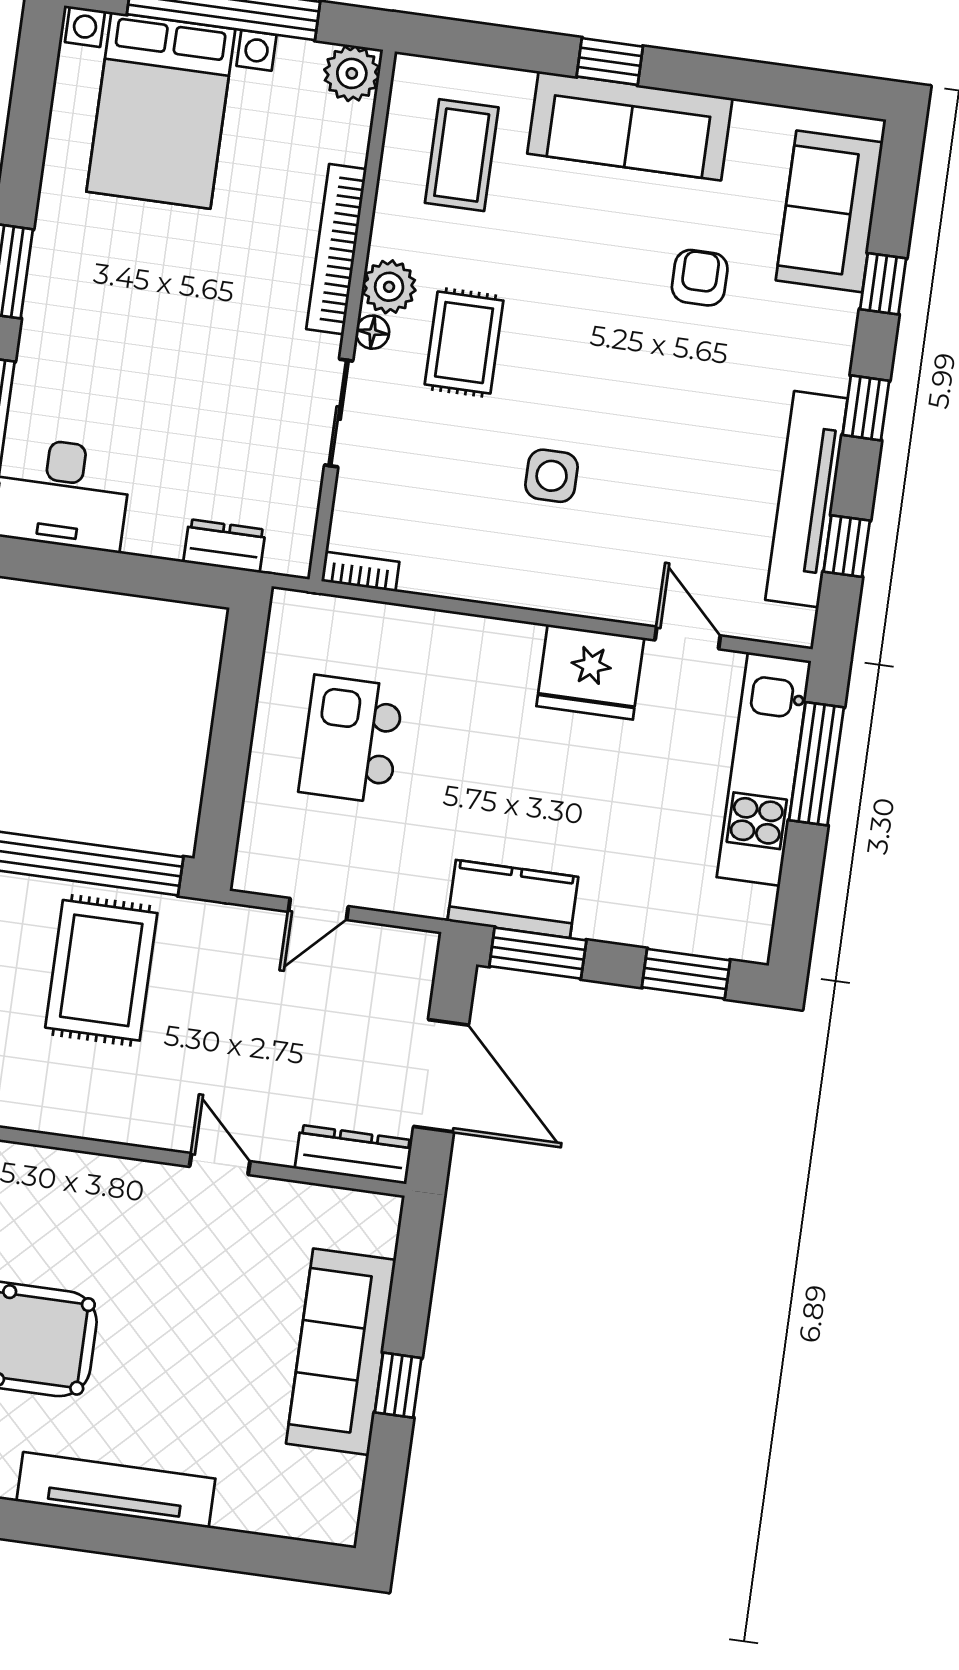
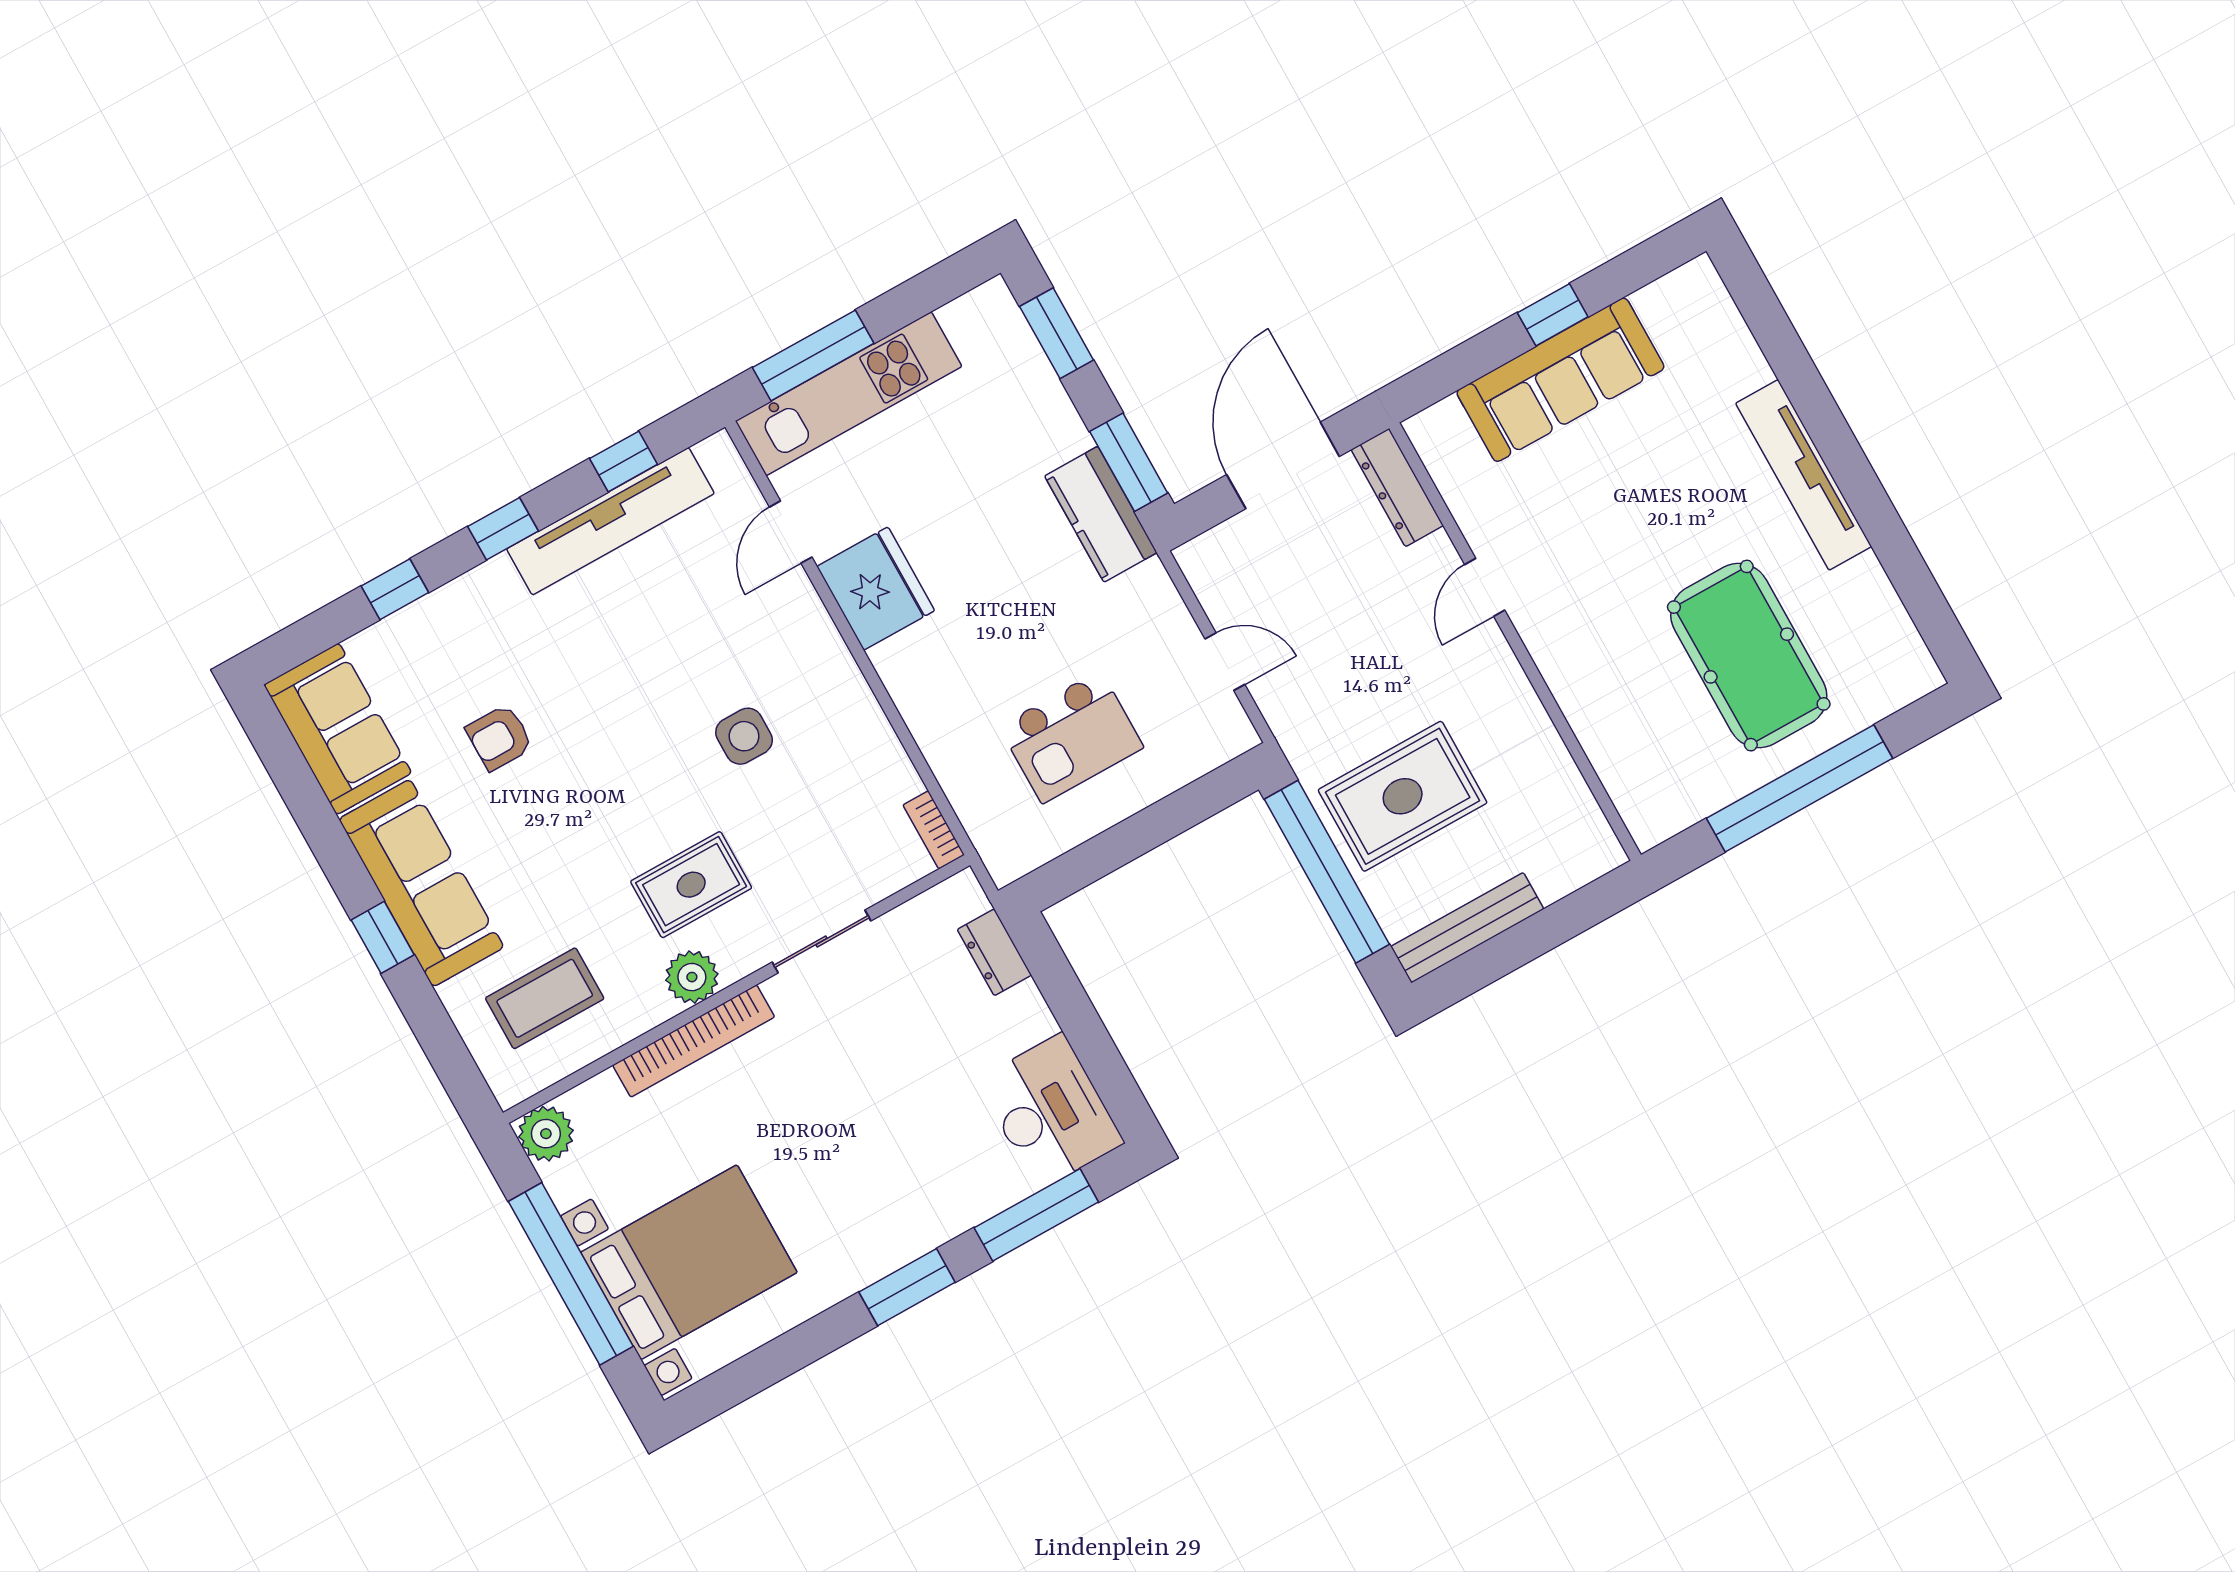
sofa: (829, 211) -> (338, 729), moved, turned -90
floor lamp: (372, 332) -> (738, 963), removed

